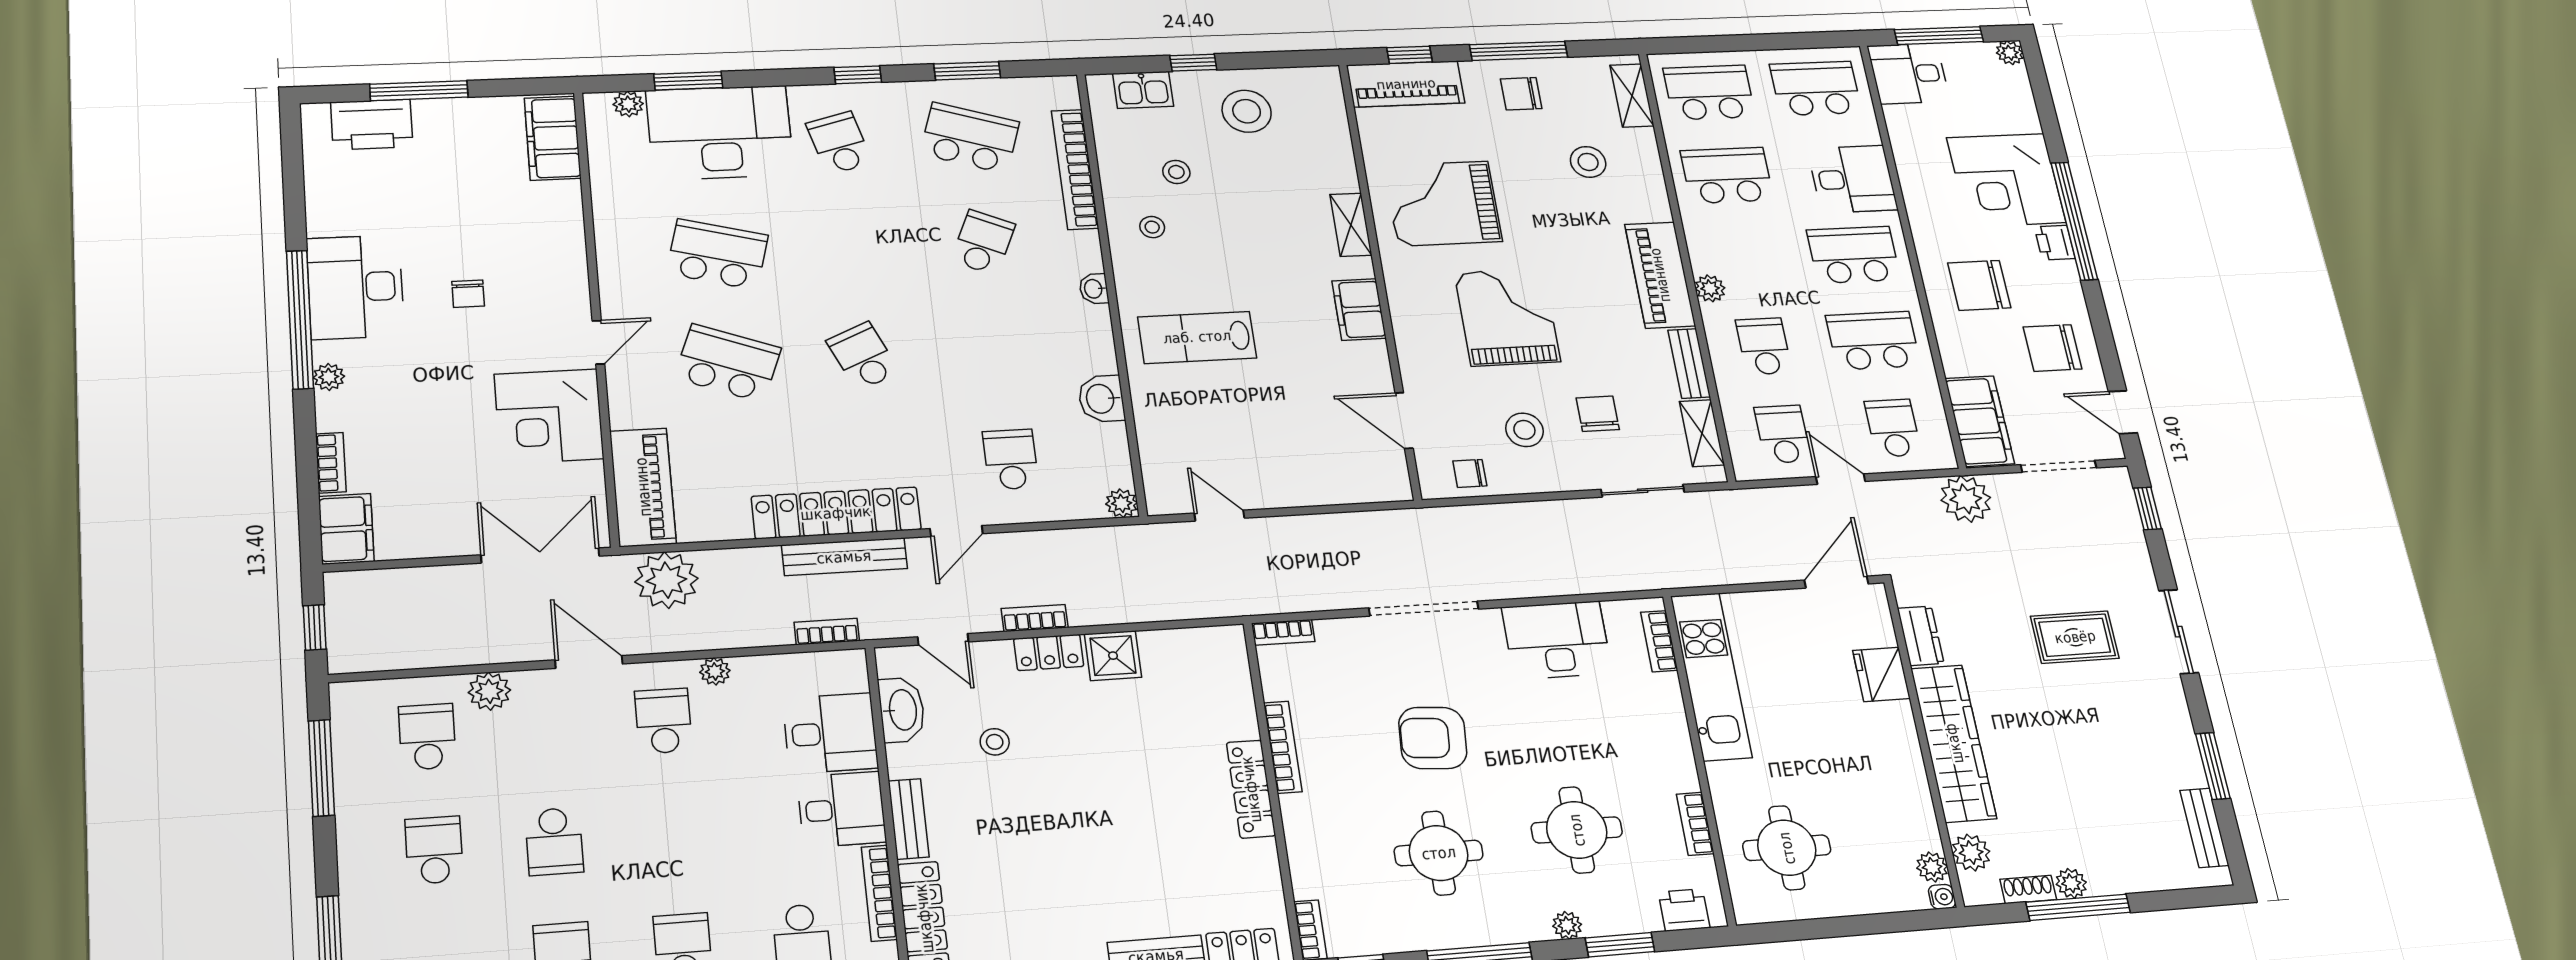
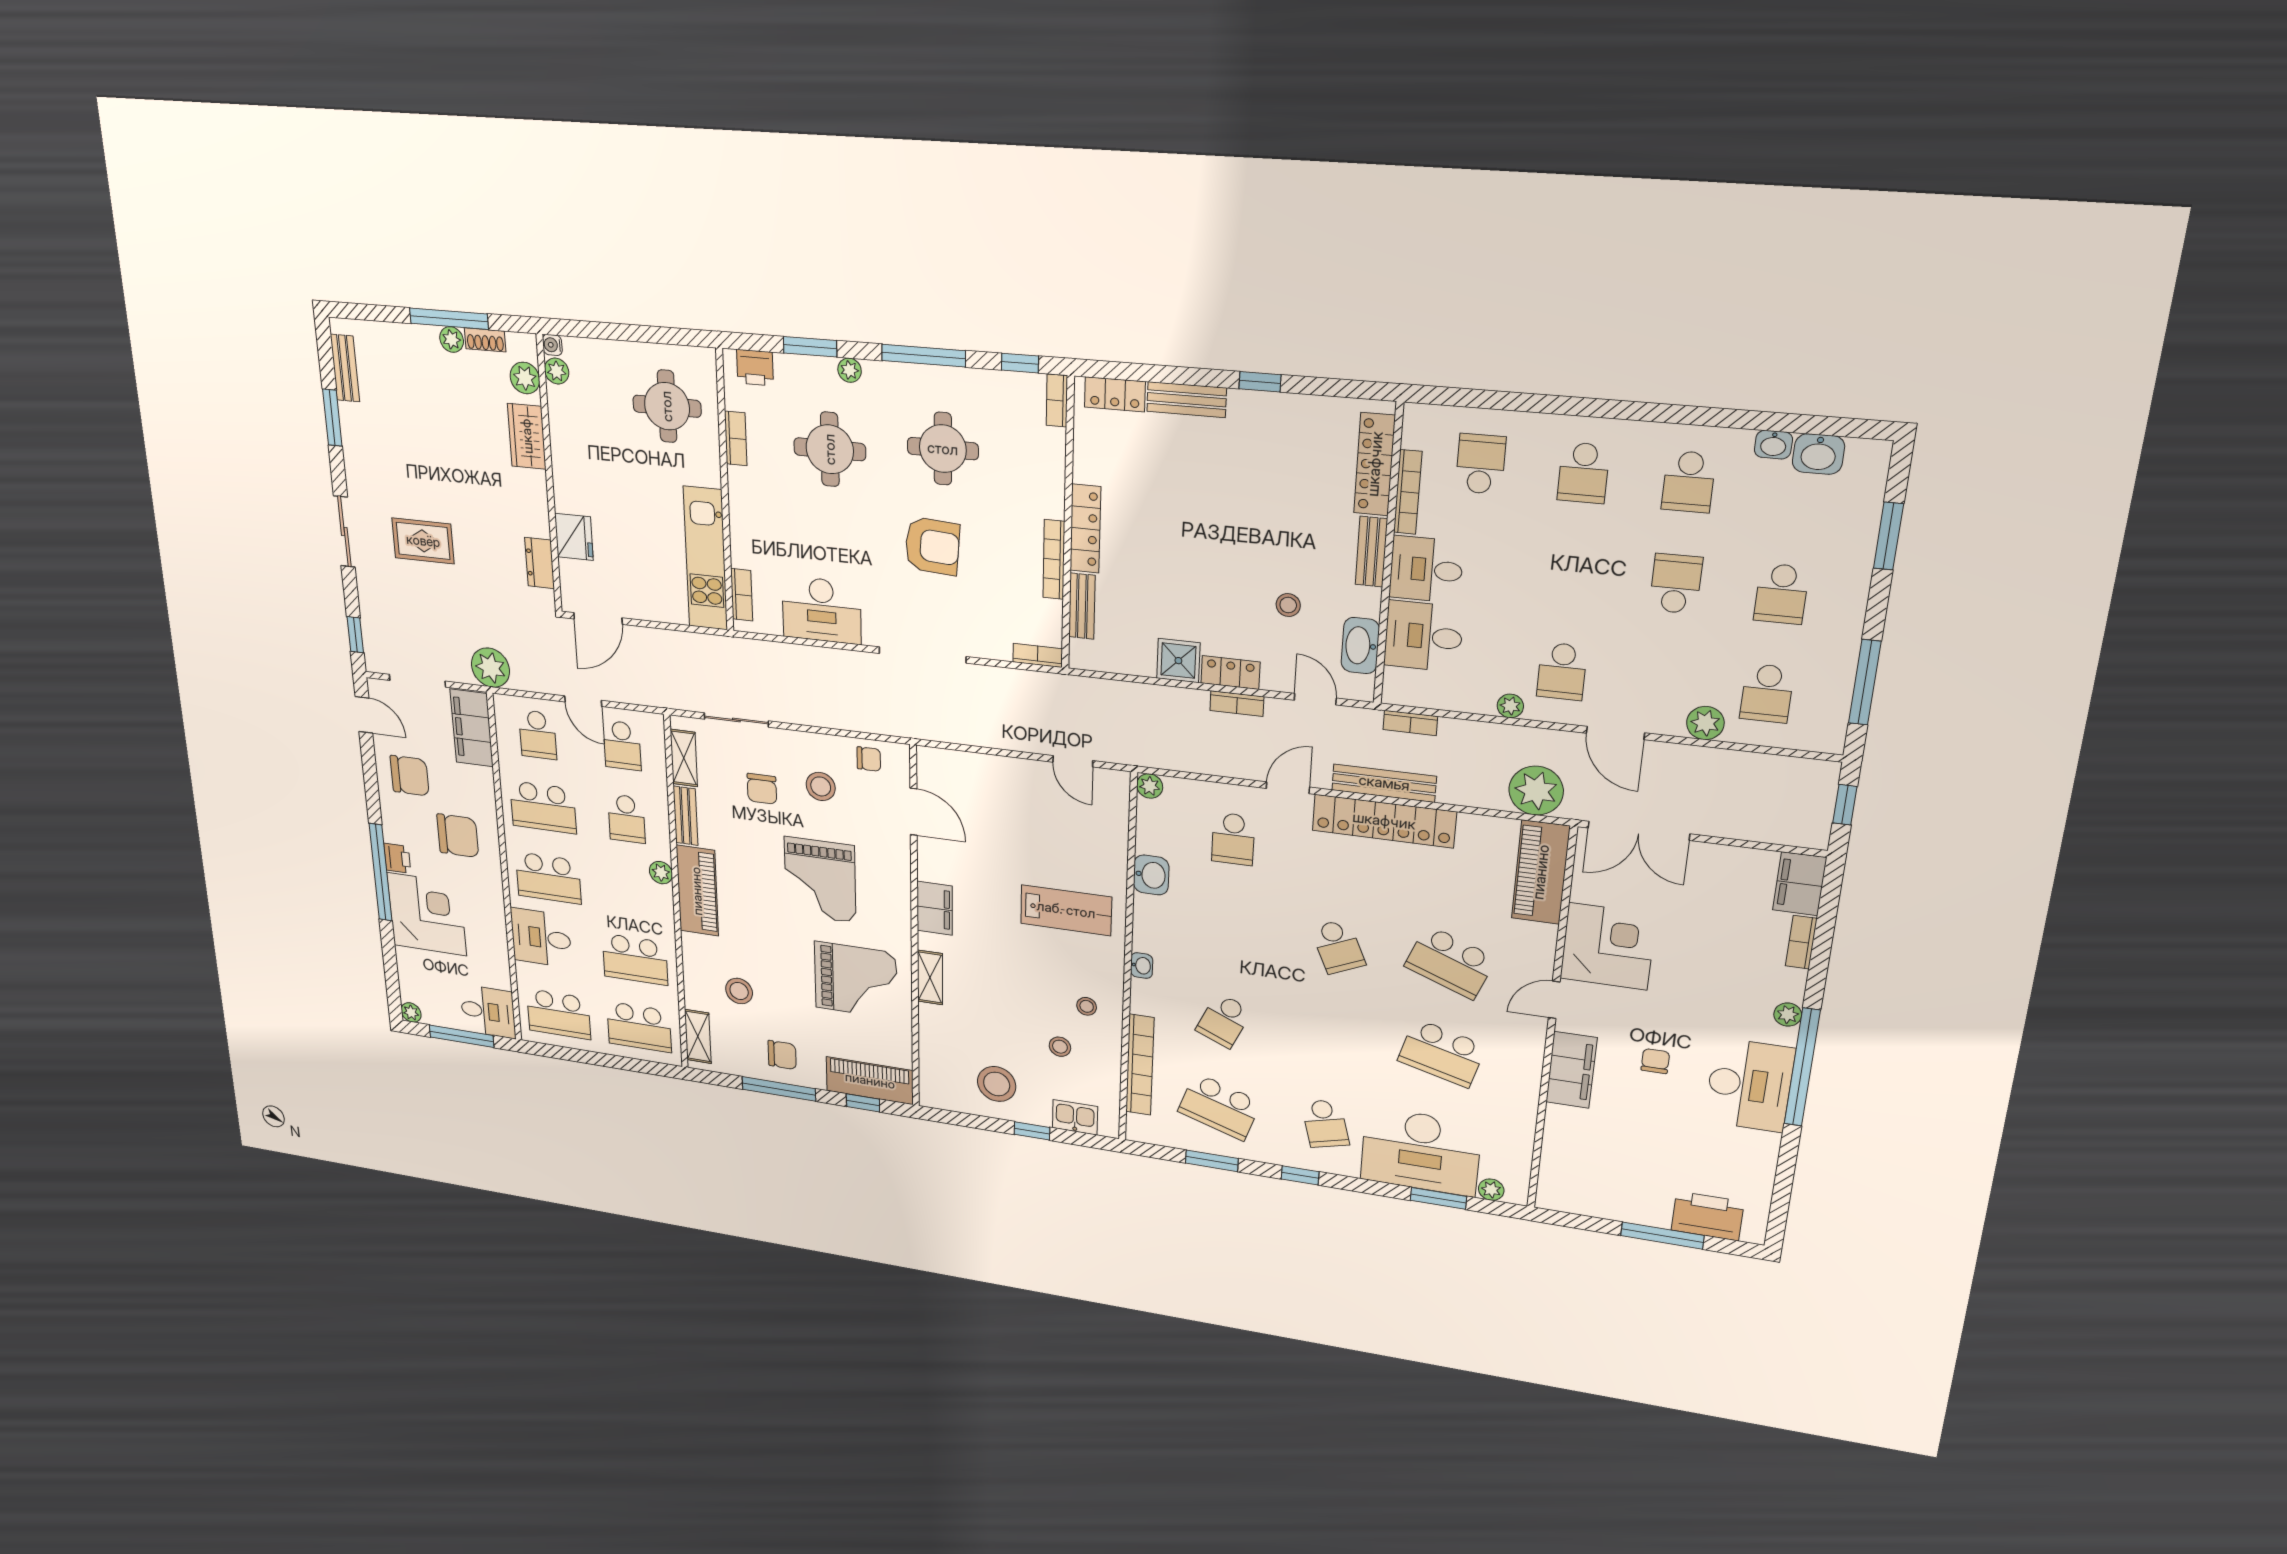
filing cabinet: (553, 138) -> (1571, 1070), moved
bench: (1240, 699) -> (1082, 606), added
wardrobe: (1954, 743) -> (527, 436), width x0.48, depth x0.85

